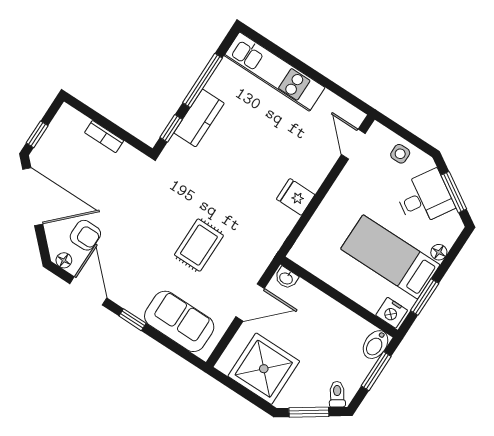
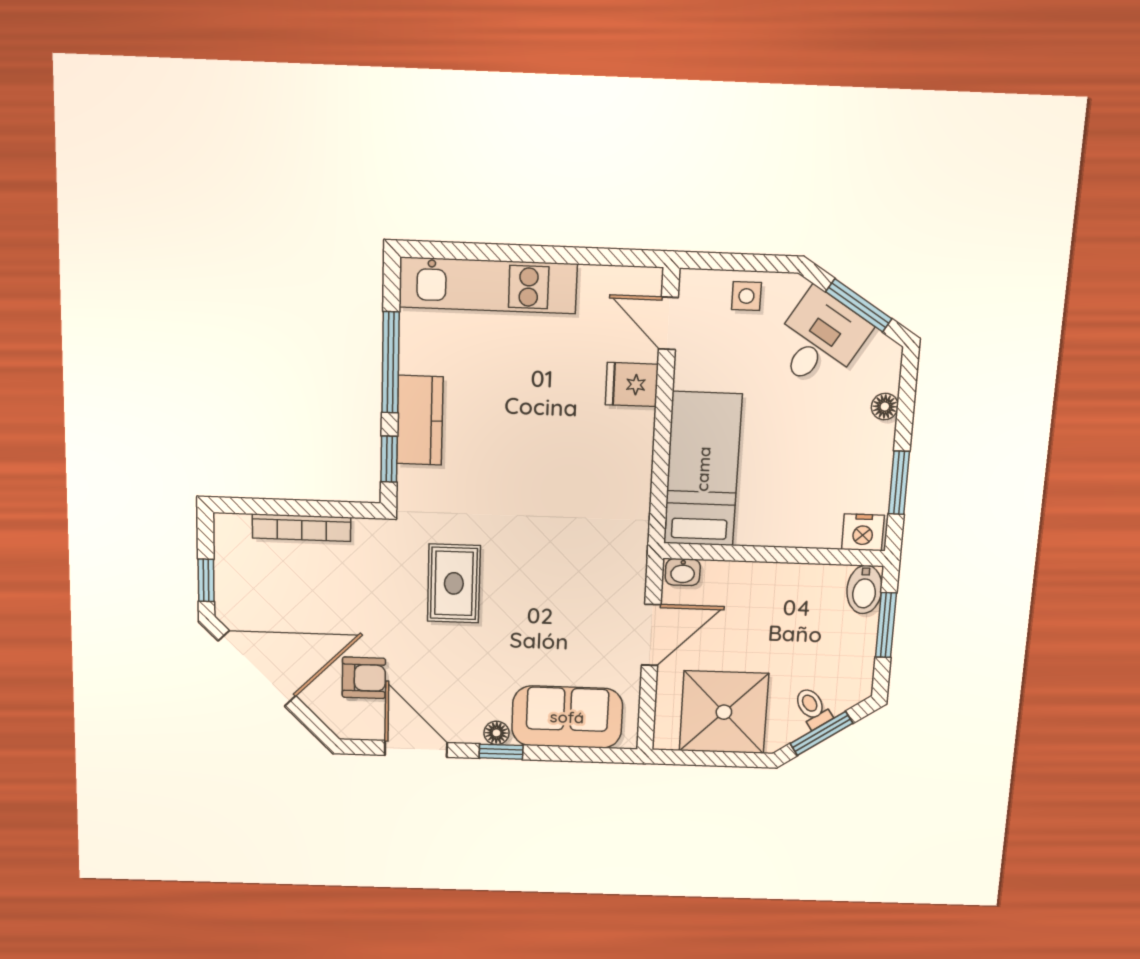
bookcase: (104, 137) -> (302, 528), width x1.56
fridge: (296, 197) -> (632, 384), moved
rug: (199, 245) -> (454, 583), moved
bed: (390, 257) -> (703, 469), moved, turned 90
floor lamp: (64, 260) -> (496, 733), moved
toilet: (337, 394) -> (813, 708), moved

